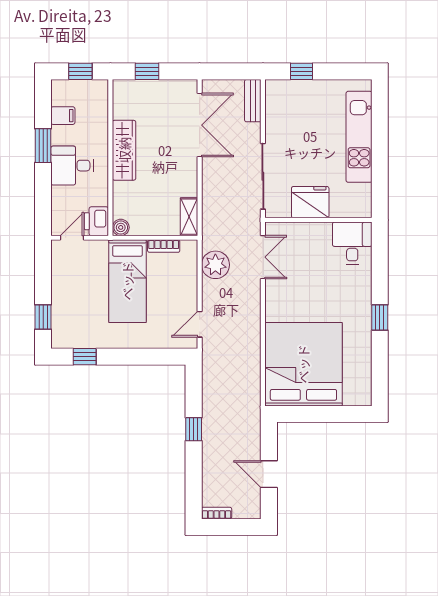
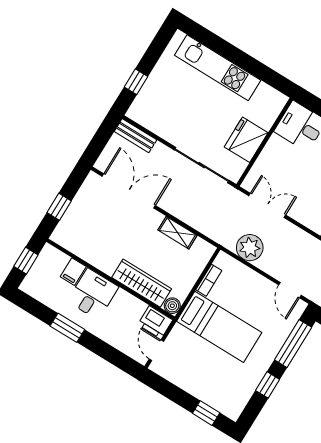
filing cabinet: (63, 116) -> (73, 272), moved, turned 180
wardrobe: (124, 150) -> (142, 283), moved
desk: (72, 166) -> (93, 294), moved, turned 180
shelving: (189, 217) -> (177, 233), moved
window: (85, 357) -> (268, 385), moved
window: (153, 357) -> (293, 344), added

